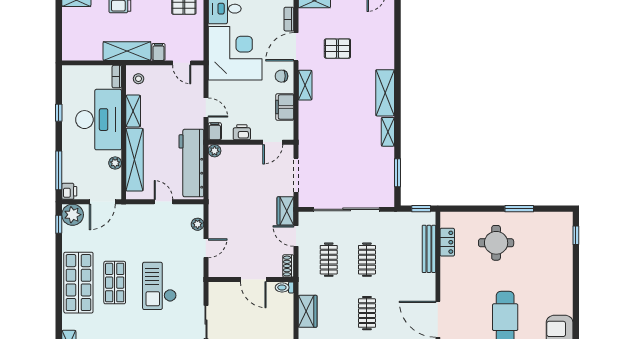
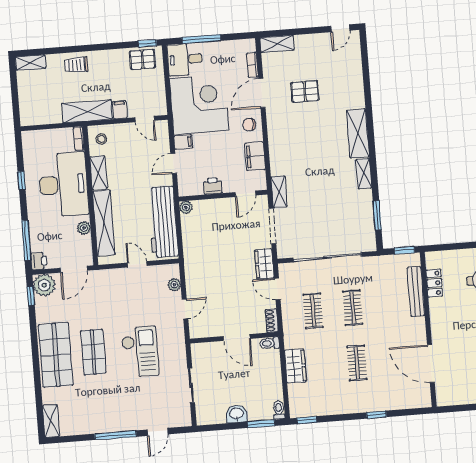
shelving: (305, 85) -> (279, 192), moved
door: (206, 108) -> (174, 163), swing flipped
filing cabinet: (215, 131) -> (183, 142), moved, turned 90
checkout: (159, 286) -> (140, 352), turned 180

